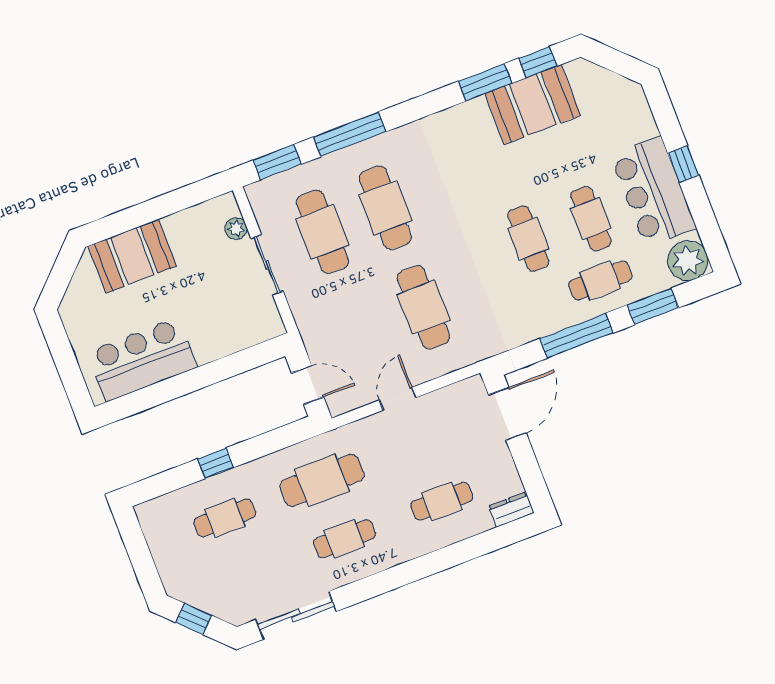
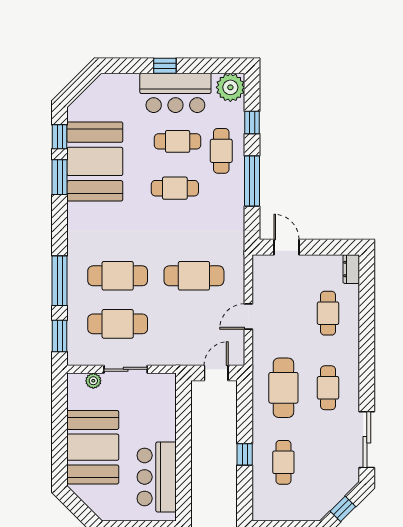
booth: (533, 104) -> (95, 161), width x1.36, depth x1.42
booth: (132, 256) -> (93, 447), width x1.36, depth x1.42
window: (653, 306) -> (252, 123), width x0.67
door: (398, 399) -> (248, 316), hinge flipped
door: (507, 414) -> (287, 247), width x0.73

